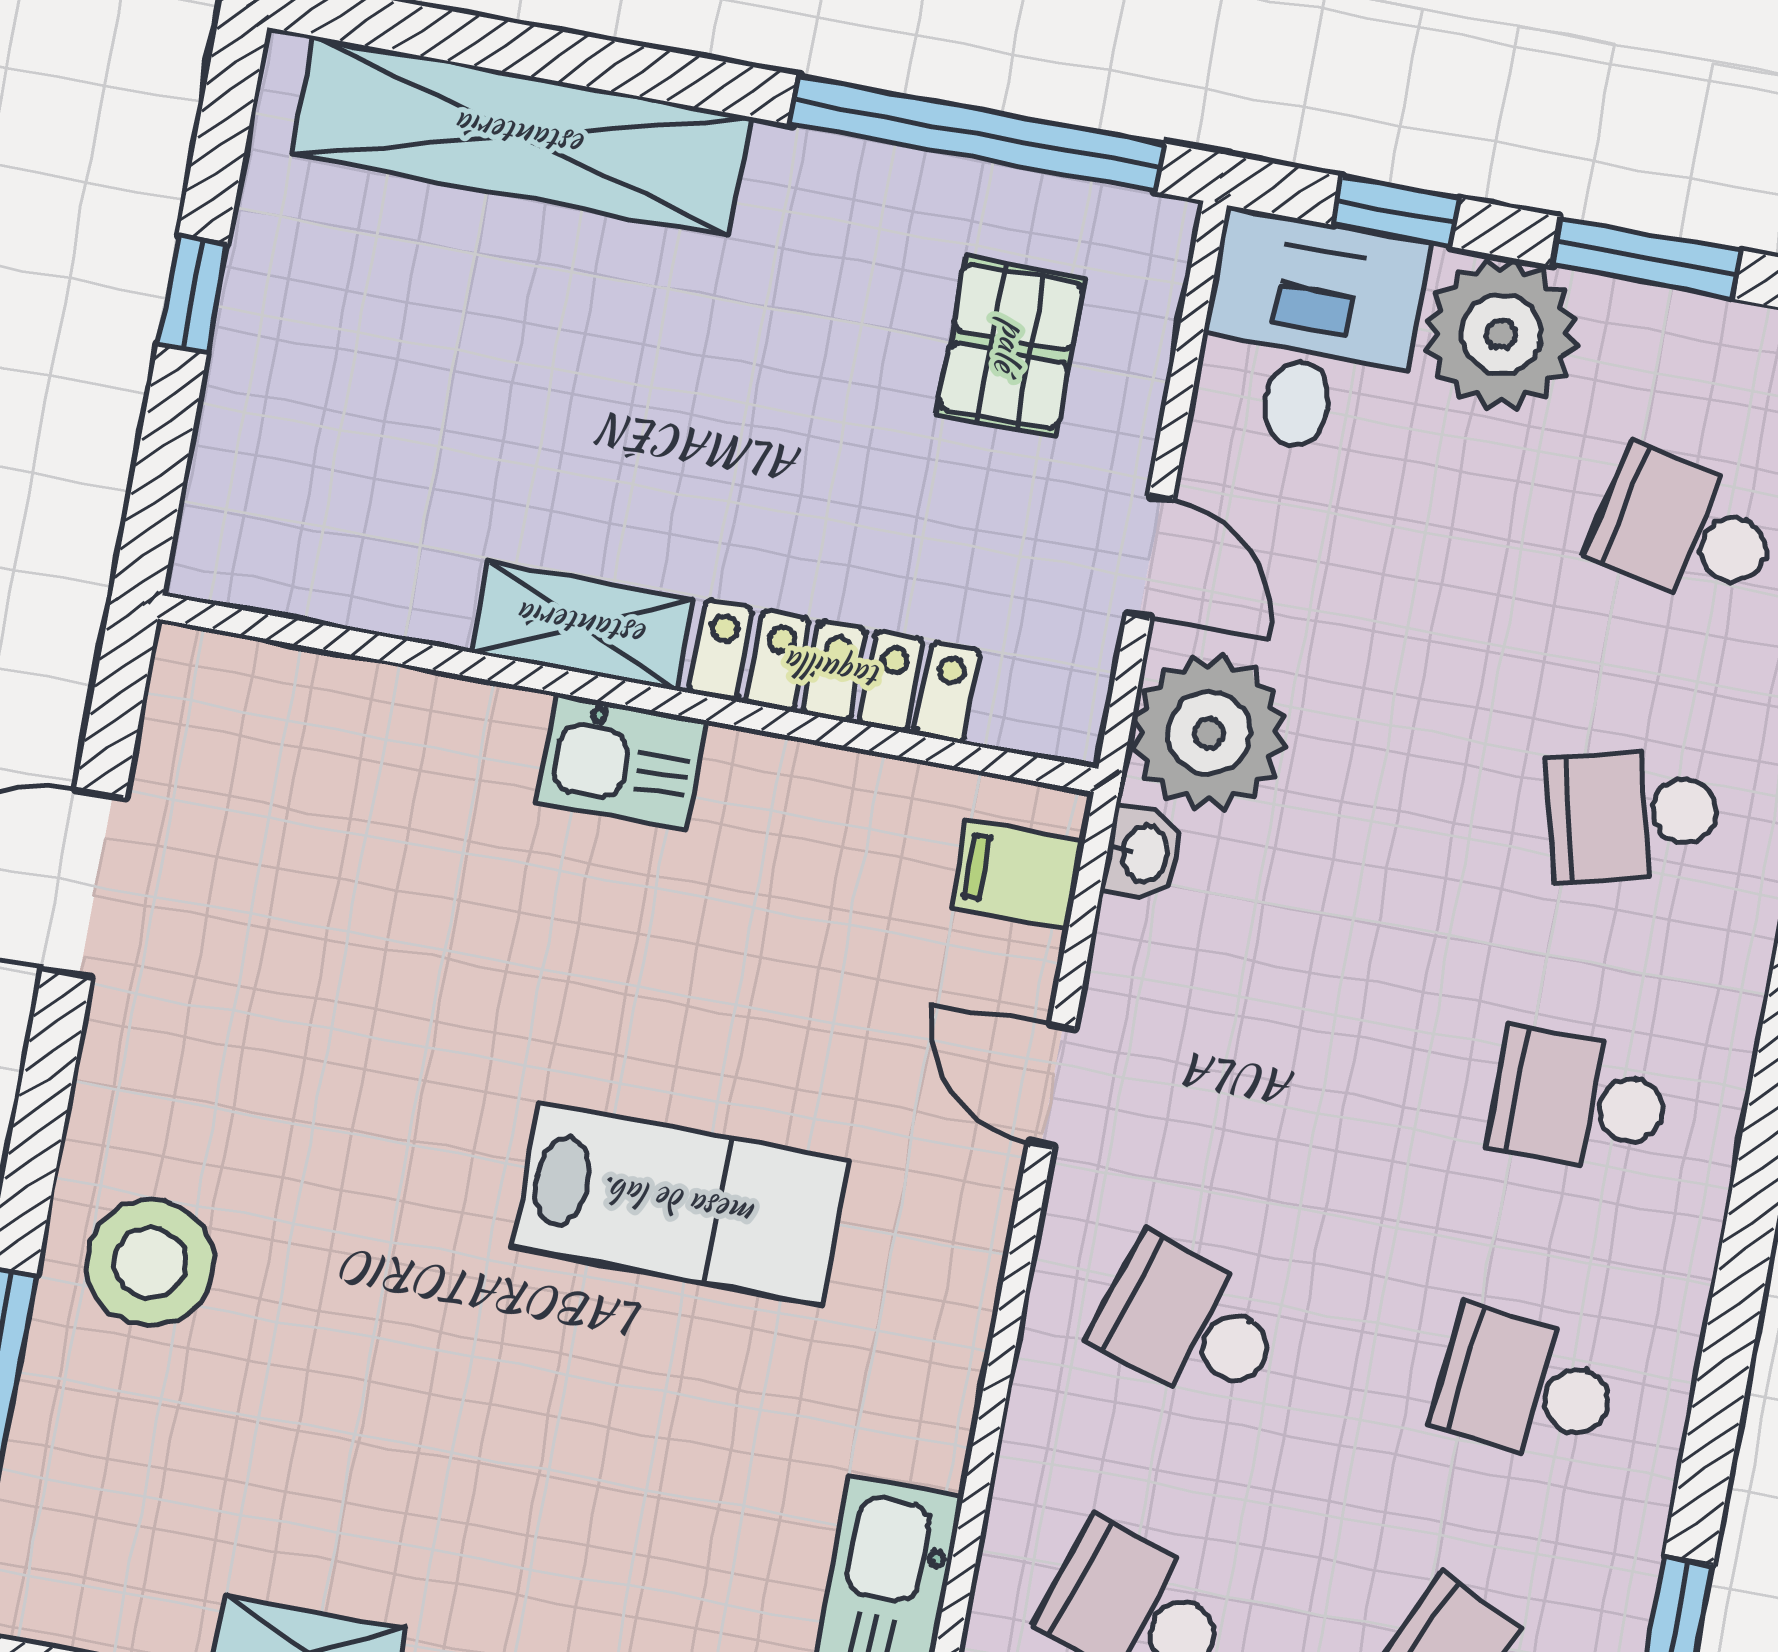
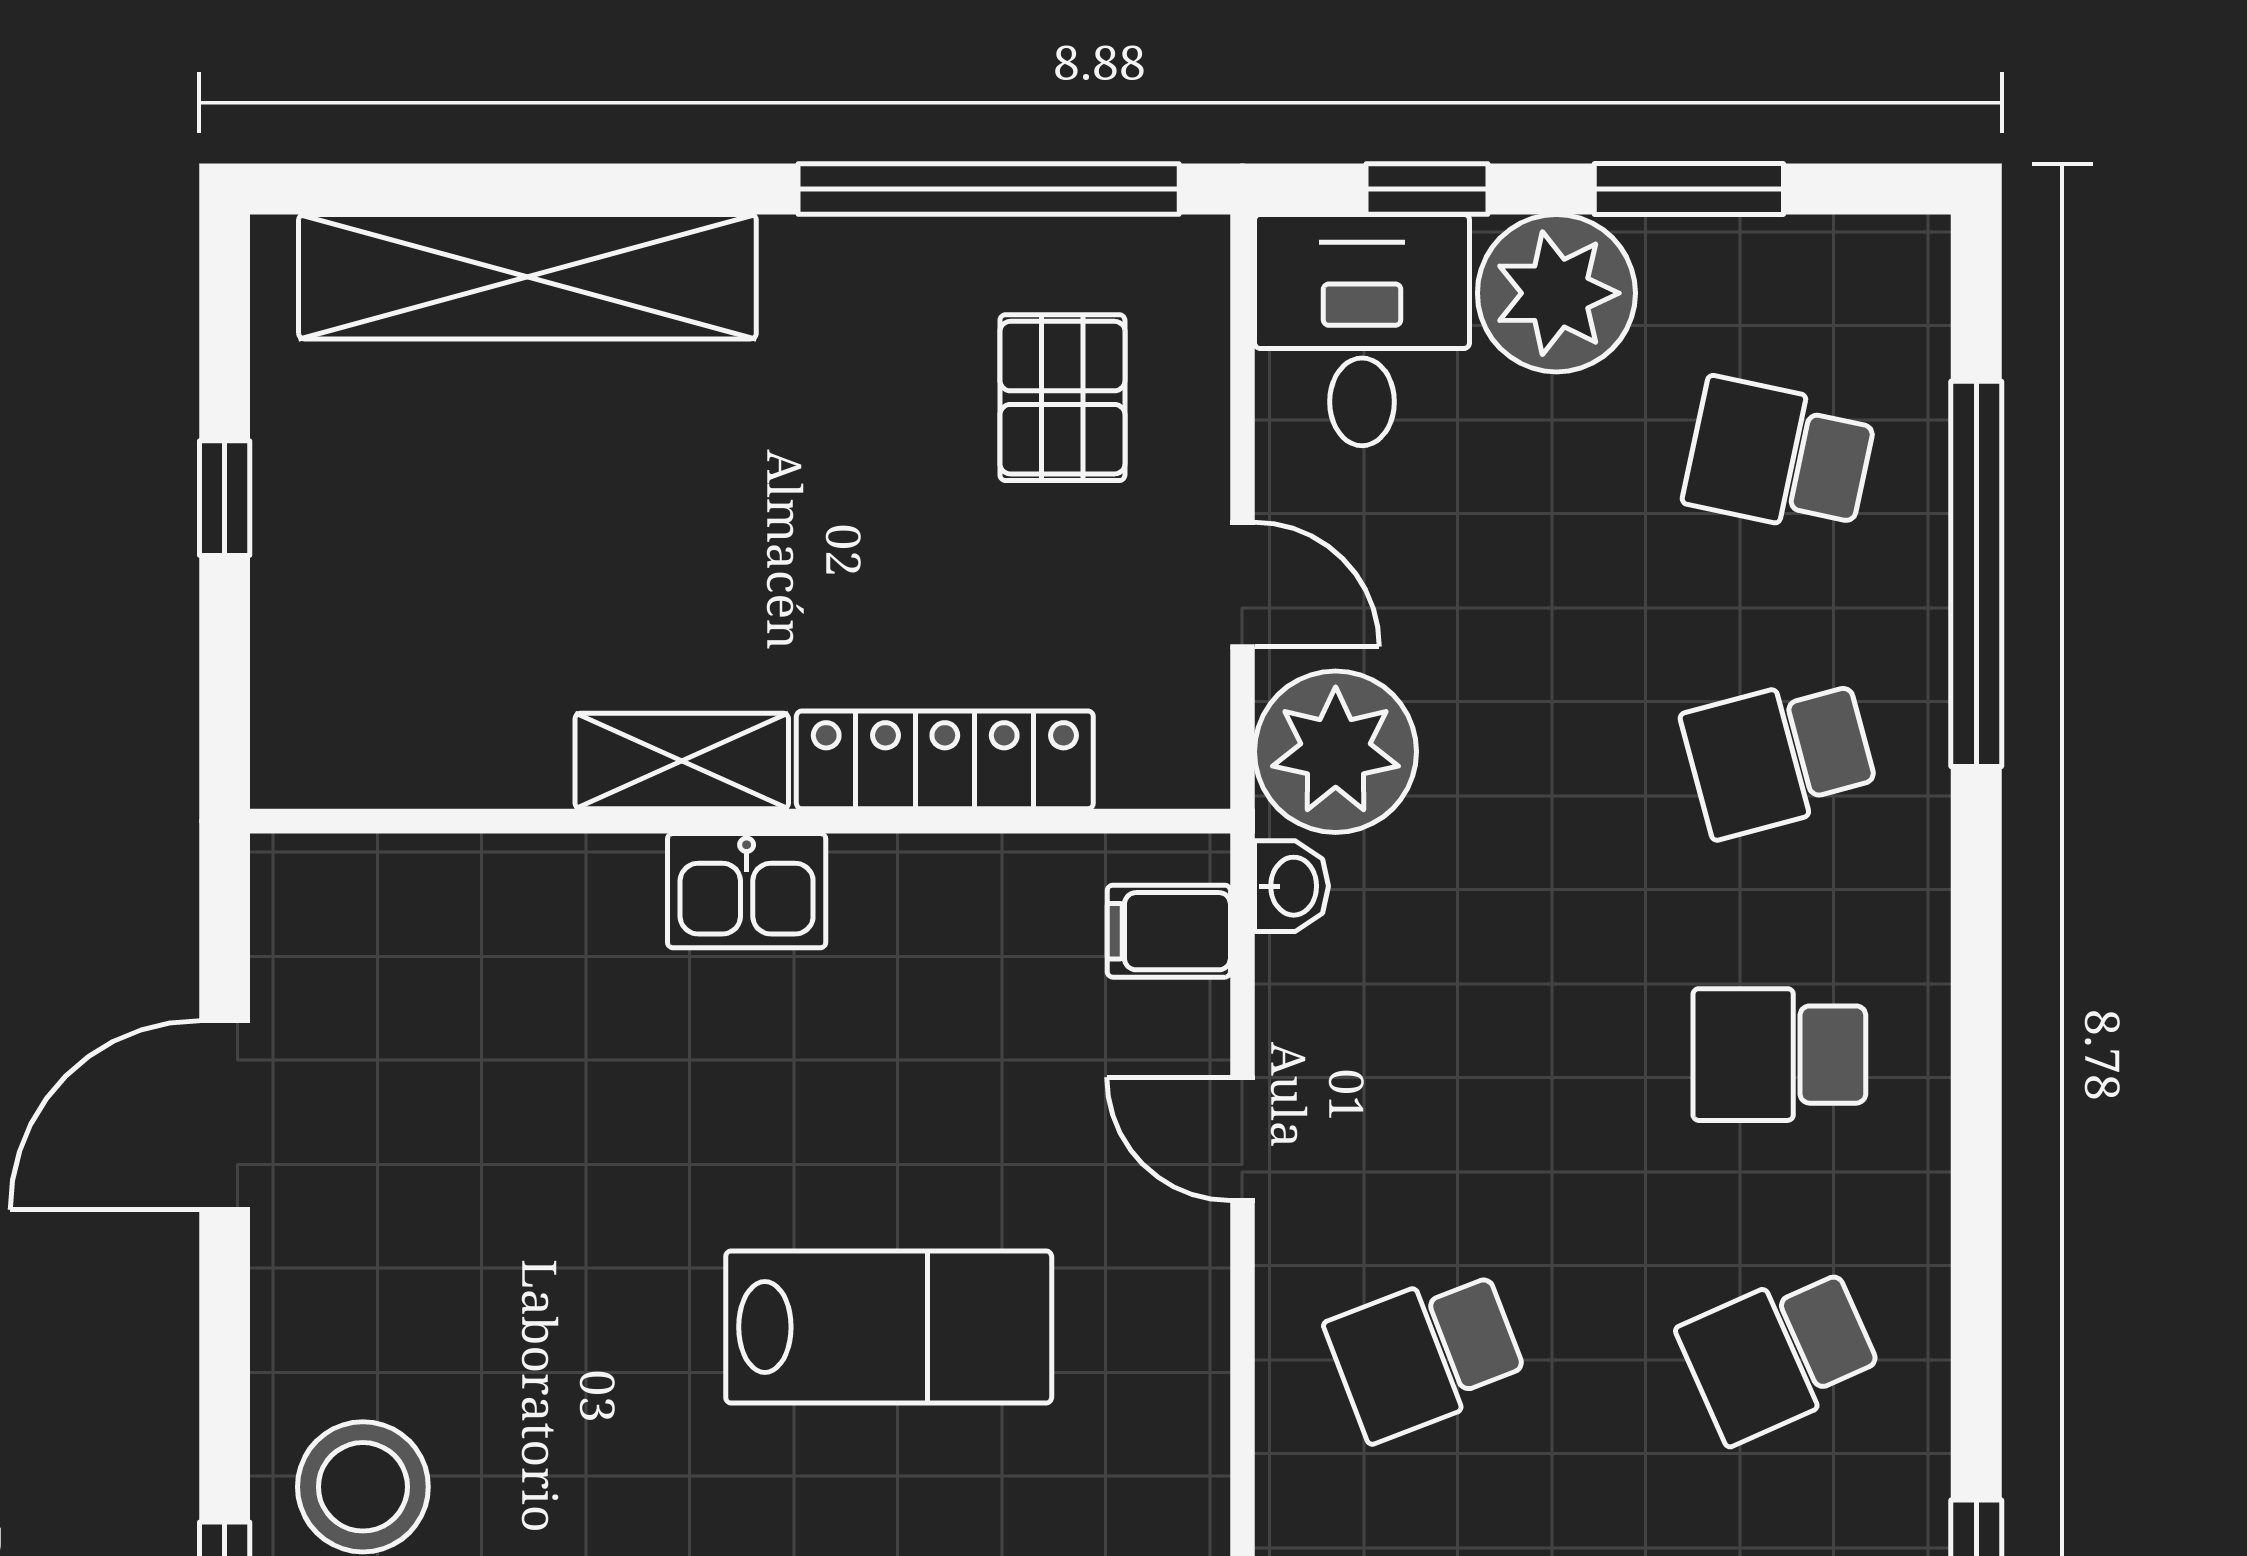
school desk: (1189, 1324) -> (1426, 1353), turned -39
school desk: (1527, 1386) -> (1779, 1353), turned -30

